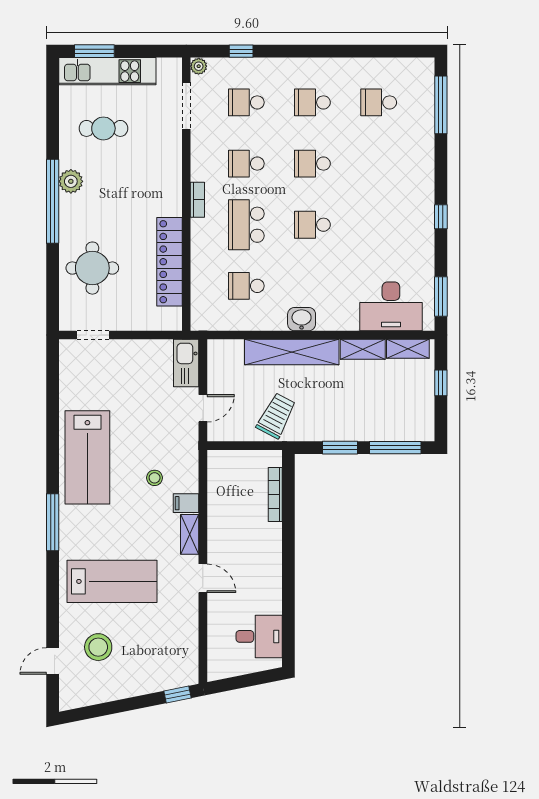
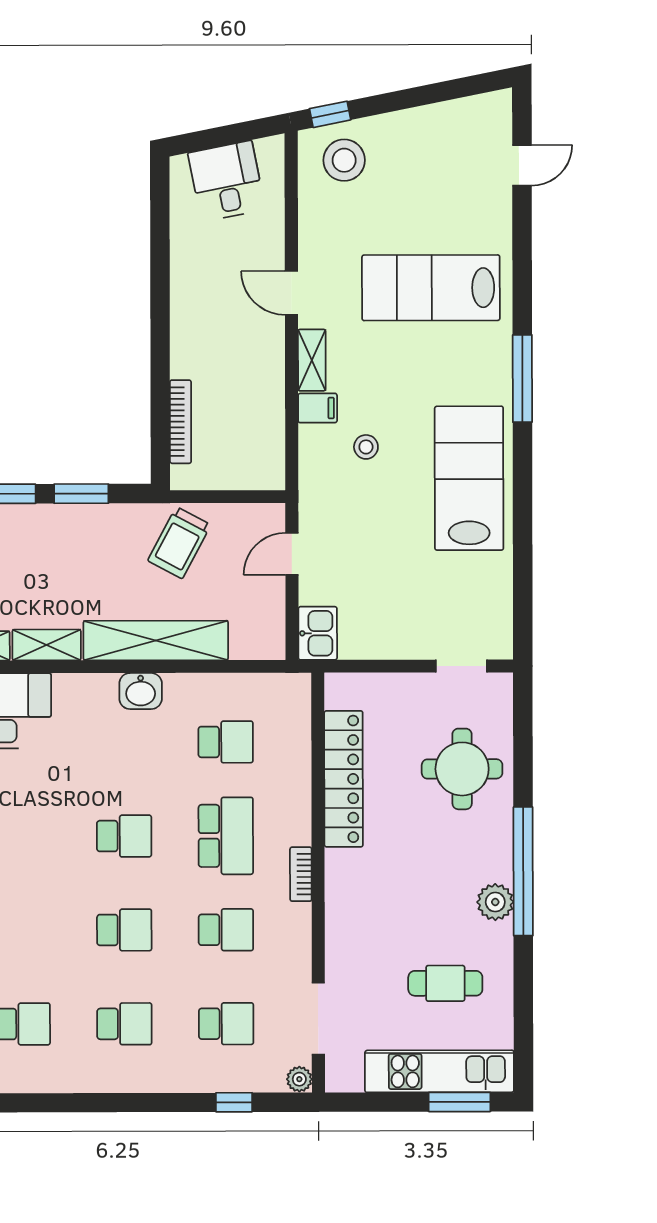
kitchen sink: (186, 363) -> (318, 633), width x0.73
desk: (259, 636) -> (227, 181), moved, turned 79
stool: (98, 647) -> (344, 160), moved

